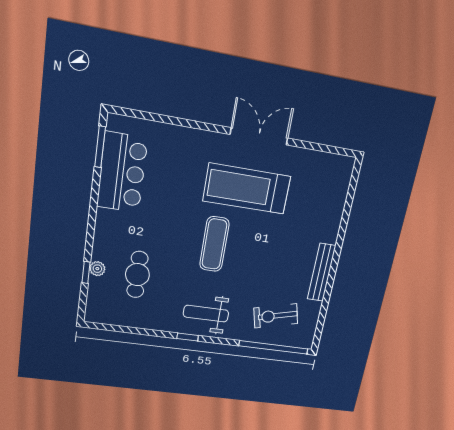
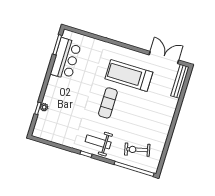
double door: (259, 136) -> (164, 57), moved
bench: (322, 272) -> (180, 81), moved
cafe table: (137, 275) -> (64, 114), removed

